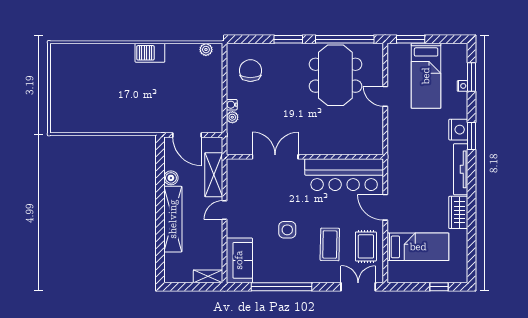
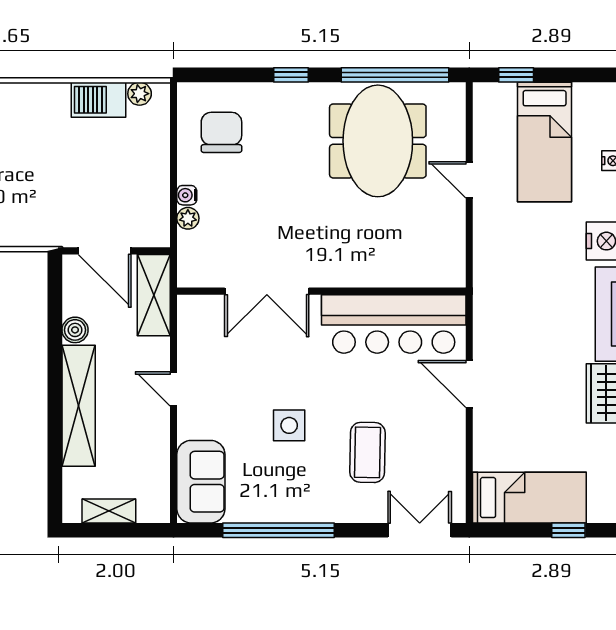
window: (288, 39) -> (291, 75), width x0.67
window: (411, 39) -> (516, 75), width x0.67
barbecue: (150, 53) -> (98, 100), moved
double door: (275, 157) -> (267, 291), swing flipped
shelving: (214, 175) -> (154, 295), moved
door: (224, 210) -> (173, 389), hinge flipped
rug: (366, 246) -> (434, 456), removed
bed: (418, 247) -> (529, 498), moved
shelving: (208, 276) -> (109, 511), moved

